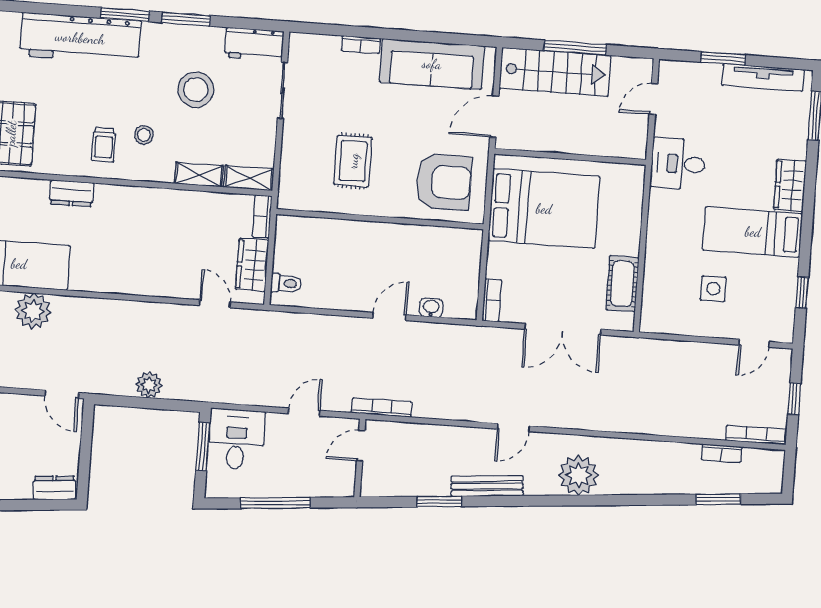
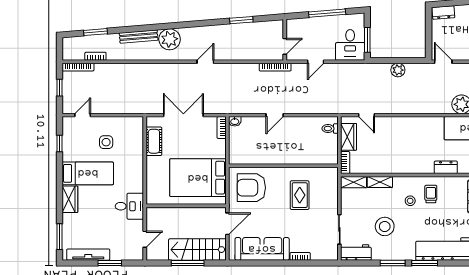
washbasin: (431, 308) -> (235, 121), moved
bench: (487, 486) -> (139, 37), moved

